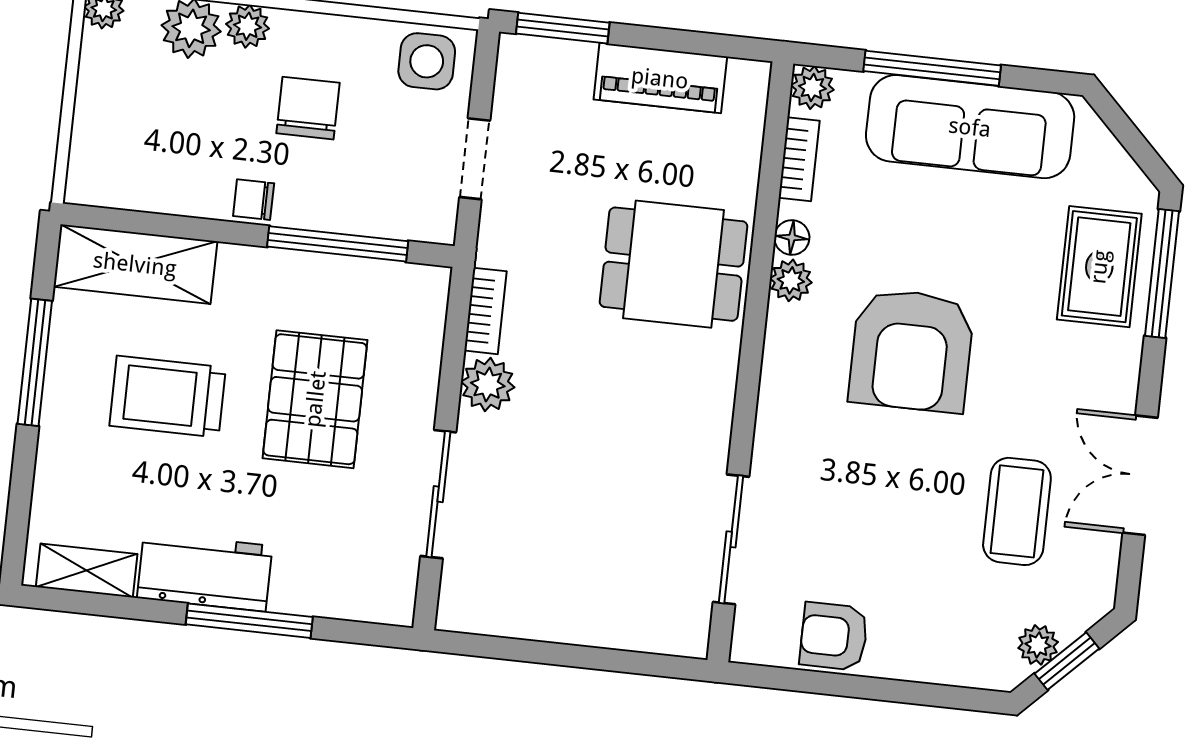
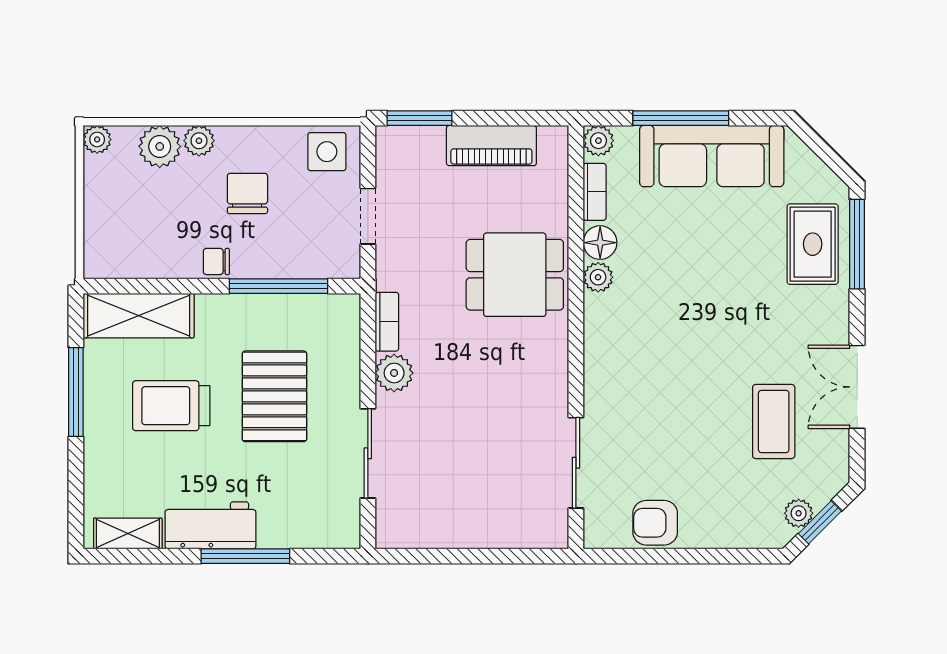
floor lamp: (792, 238) -> (600, 243), width x1.37, depth x1.37
armchair: (911, 350) -> (688, 317), removed

